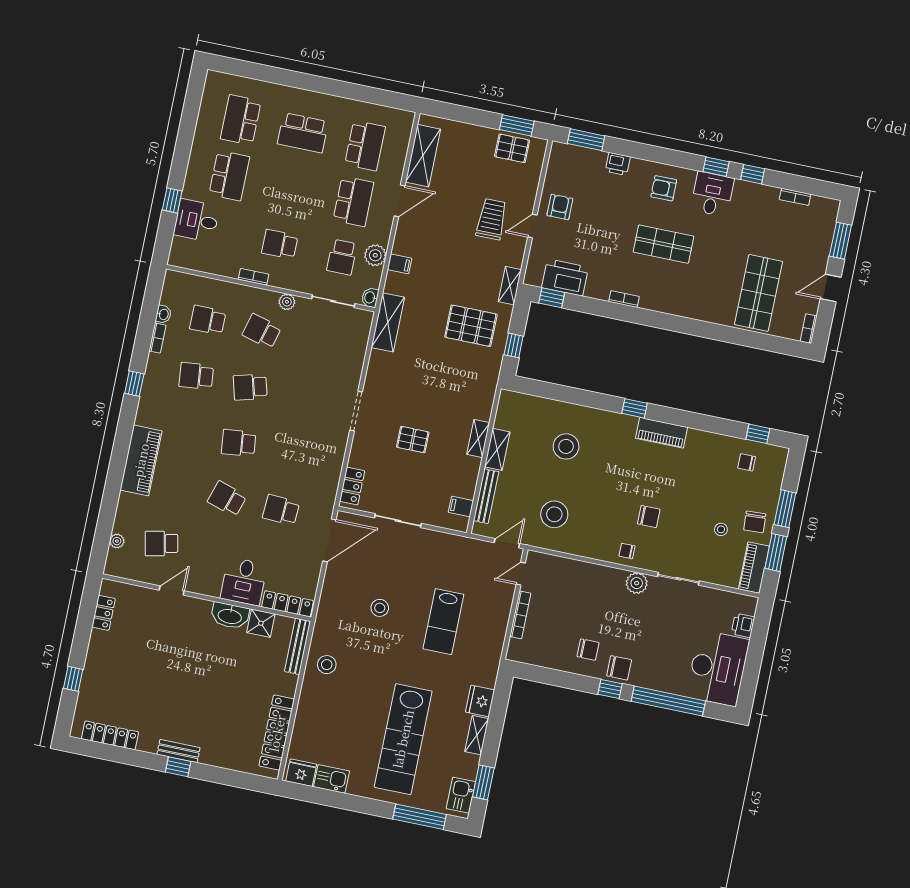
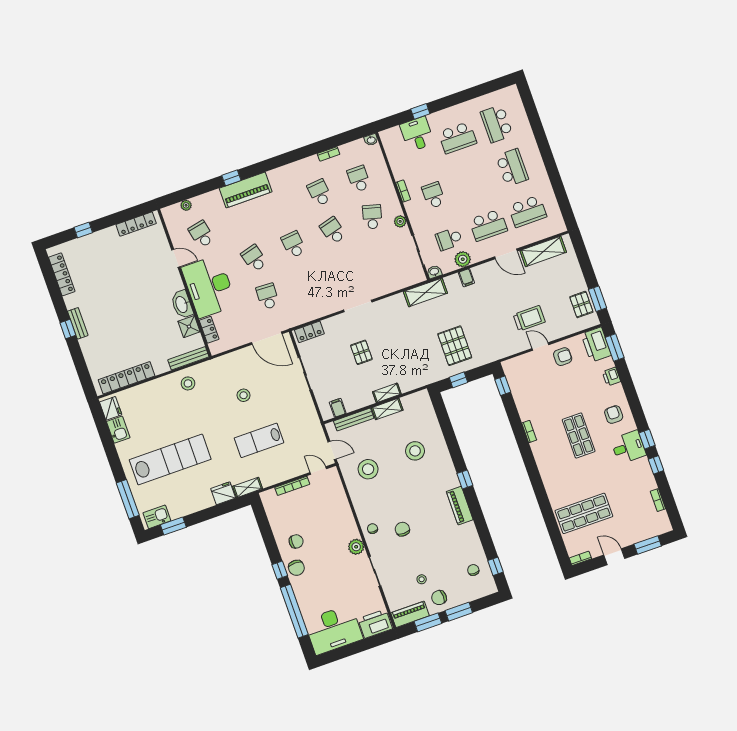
school desk: (241, 120) -> (497, 124), turned -90
school desk: (303, 133) -> (512, 168), turned 180
printer: (565, 278) -> (596, 345), moved, turned 180
shelving: (510, 286) -> (494, 355), removed
washbasin: (163, 314) -> (371, 140), moved
window: (134, 384) -> (231, 178), moved
school desk: (227, 499) -> (254, 258), turned -33
chair: (649, 517) -> (402, 529), turned 180
desk: (244, 581) -> (209, 286), width x1.87, depth x1.30
locker: (287, 604) -> (209, 330), width x0.66
locker: (104, 613) -> (136, 224), width x1.53
printer: (743, 625) -> (375, 624), width x1.87, depth x1.48
chair: (588, 650) -> (296, 541), turned -90
shelving: (477, 735) -> (248, 487), moved
lab bench: (403, 739) -> (170, 460), turned 180

